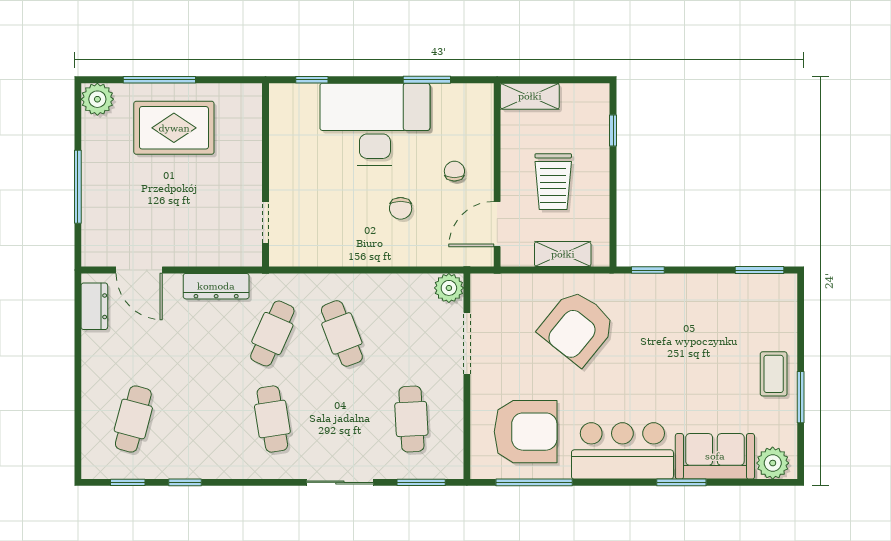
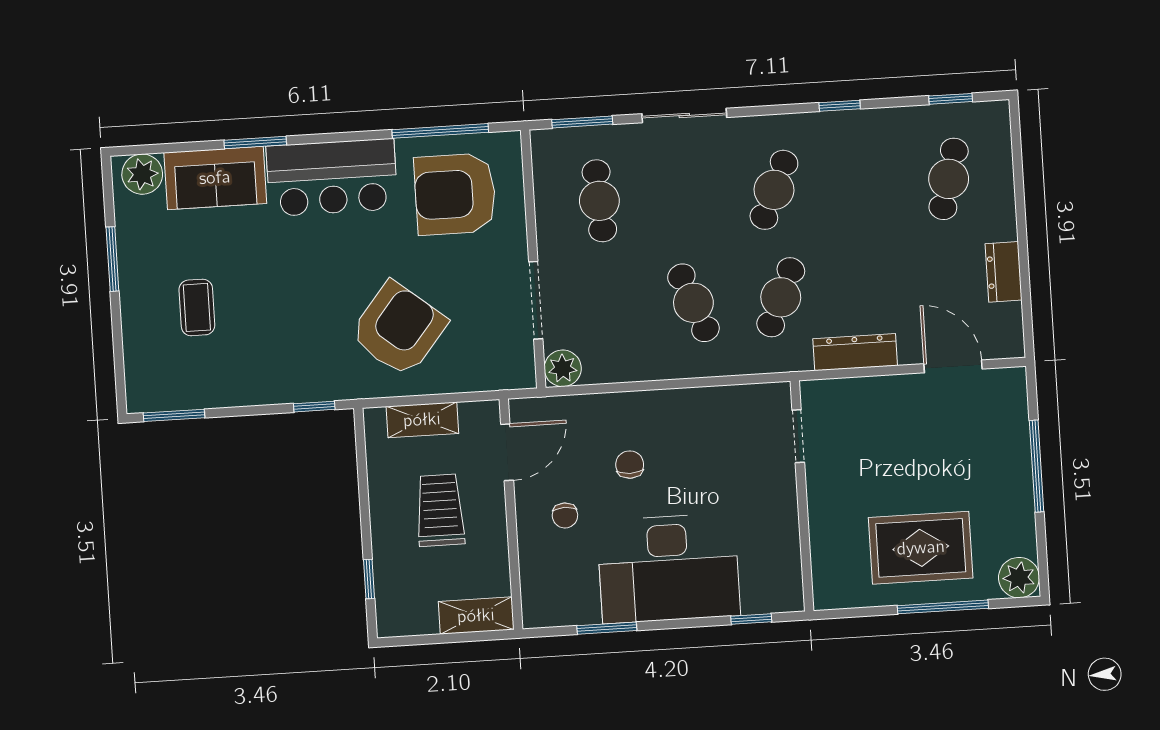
dresser: (94, 306) -> (1004, 272), moved
coffee table: (774, 374) -> (197, 307), moved
cafe table: (272, 419) -> (774, 190), turned 33
window: (185, 482) -> (840, 106), moved

